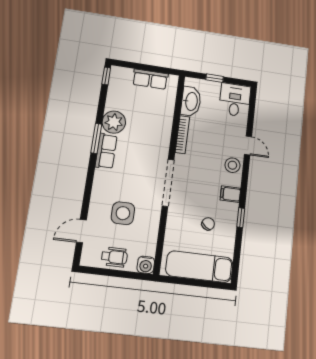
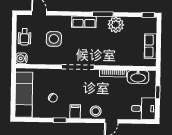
row of seats: (106, 151) -> (84, 22), moved

